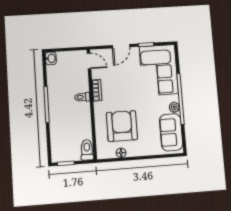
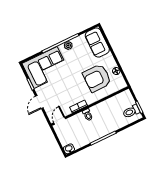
door: (121, 46) -> (39, 102), swing flipped
sofa: (171, 132) -> (97, 43), moved, turned 90
toilet: (87, 150) -> (131, 111), moved

